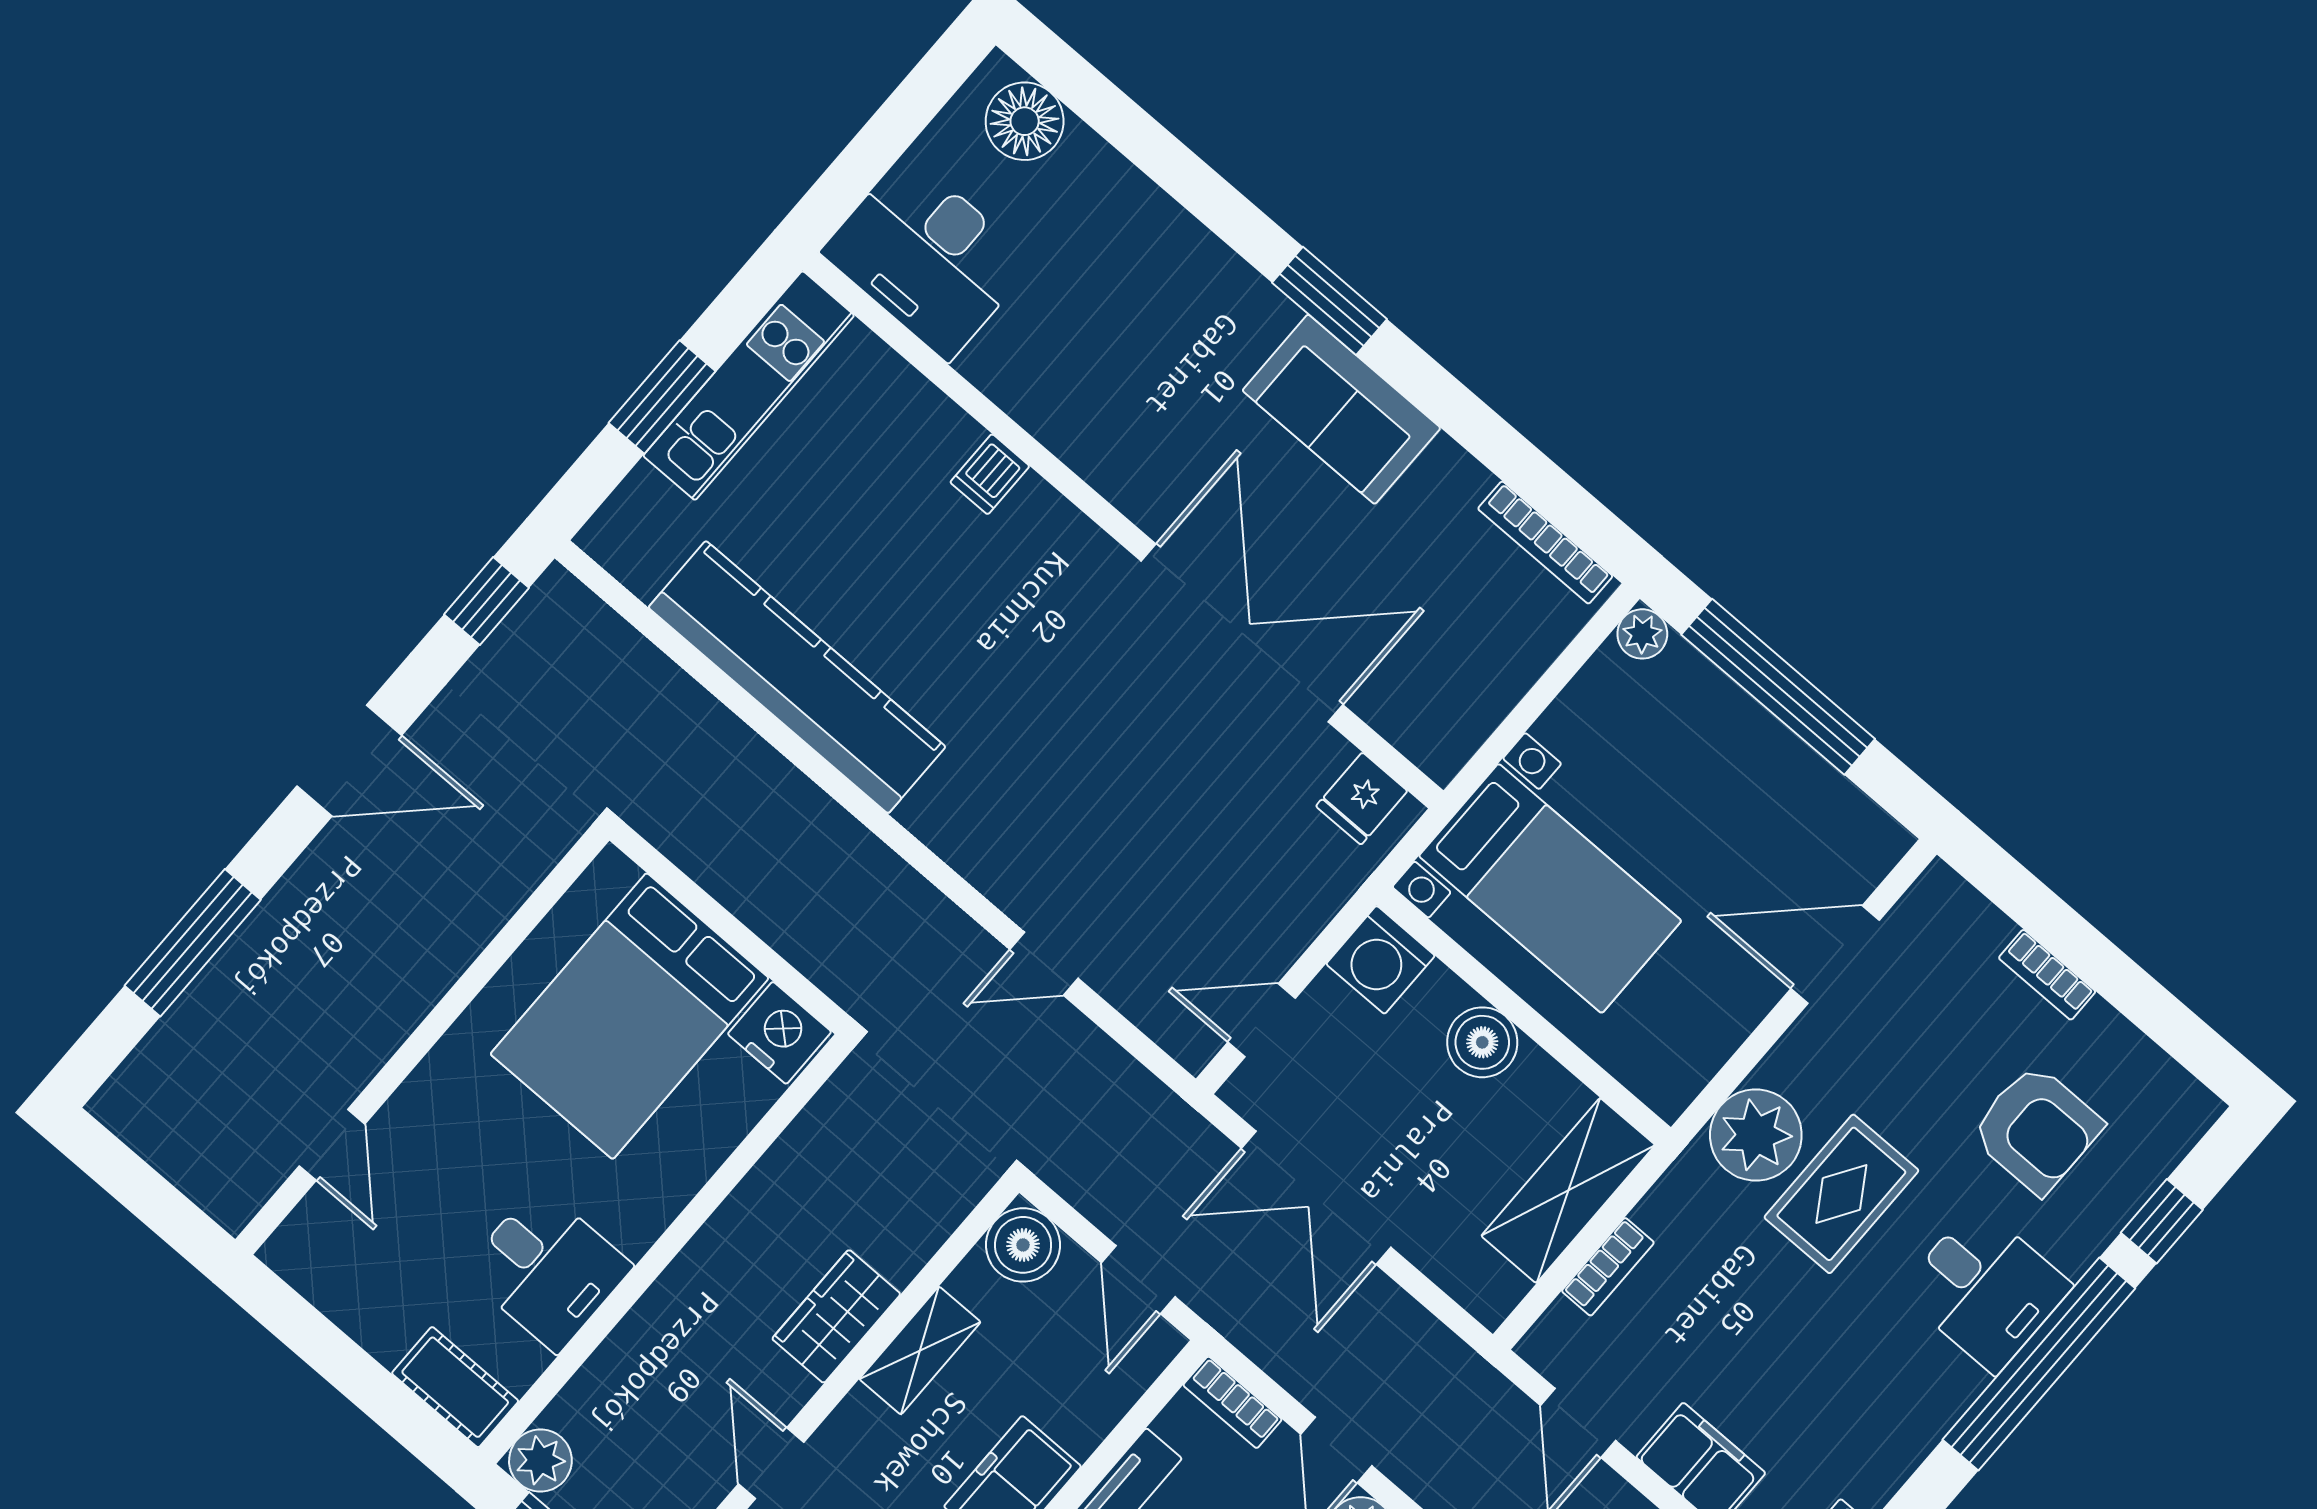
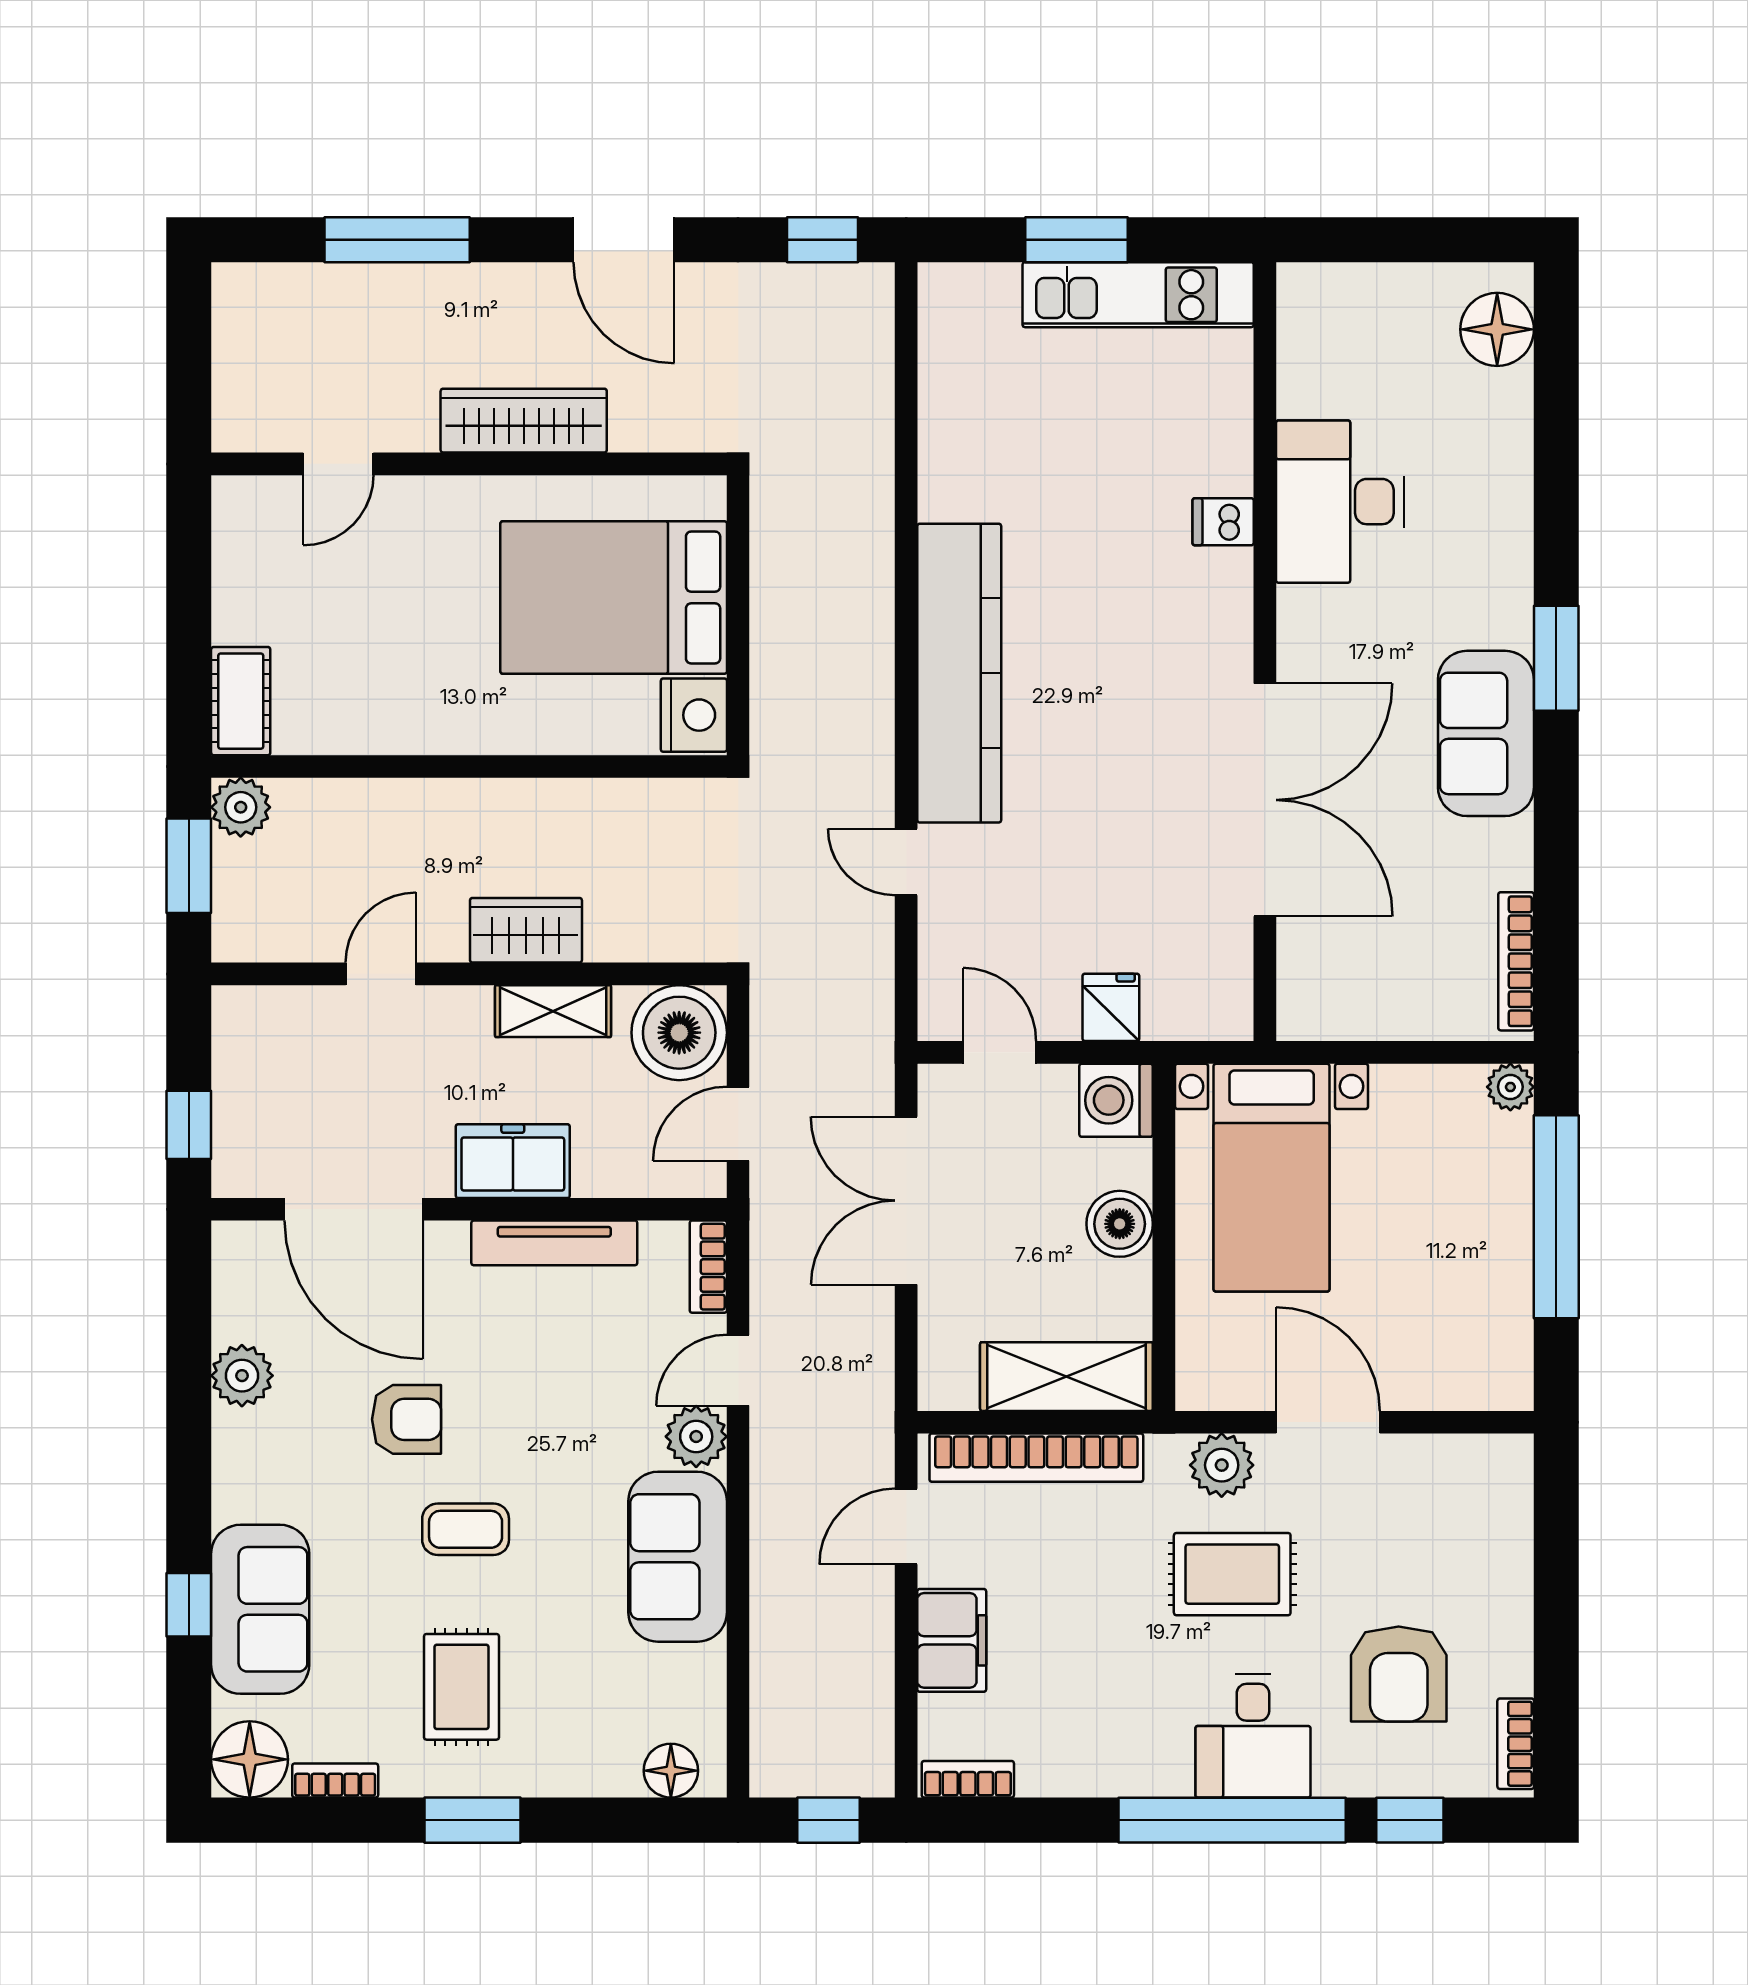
desk: (927, 257) -> (1340, 502), moved
kitchen counter: (797, 677) -> (959, 673), moved
fridge: (1362, 799) -> (1111, 1007), moved, turned 90
door: (1835, 954) -> (1328, 1422), moved
wardrobe: (425, 966) -> (524, 421), added
bookcase: (2047, 975) -> (1516, 1744), moved
plant: (1756, 1135) -> (1222, 1465), width x0.73, depth x0.73
boiler: (1023, 1245) -> (679, 1033), width x1.37, depth x1.37
bookcase: (1608, 1267) -> (1036, 1458), width x2.31, depth x1.31
desk: (547, 1269) -> (382, 694), removed

